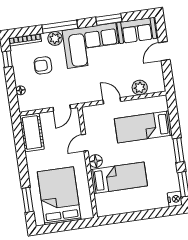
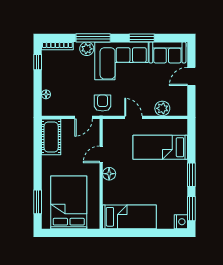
armchair: (43, 65) -> (103, 103), moved, turned 90
bed: (119, 178) -> (129, 217), moved

